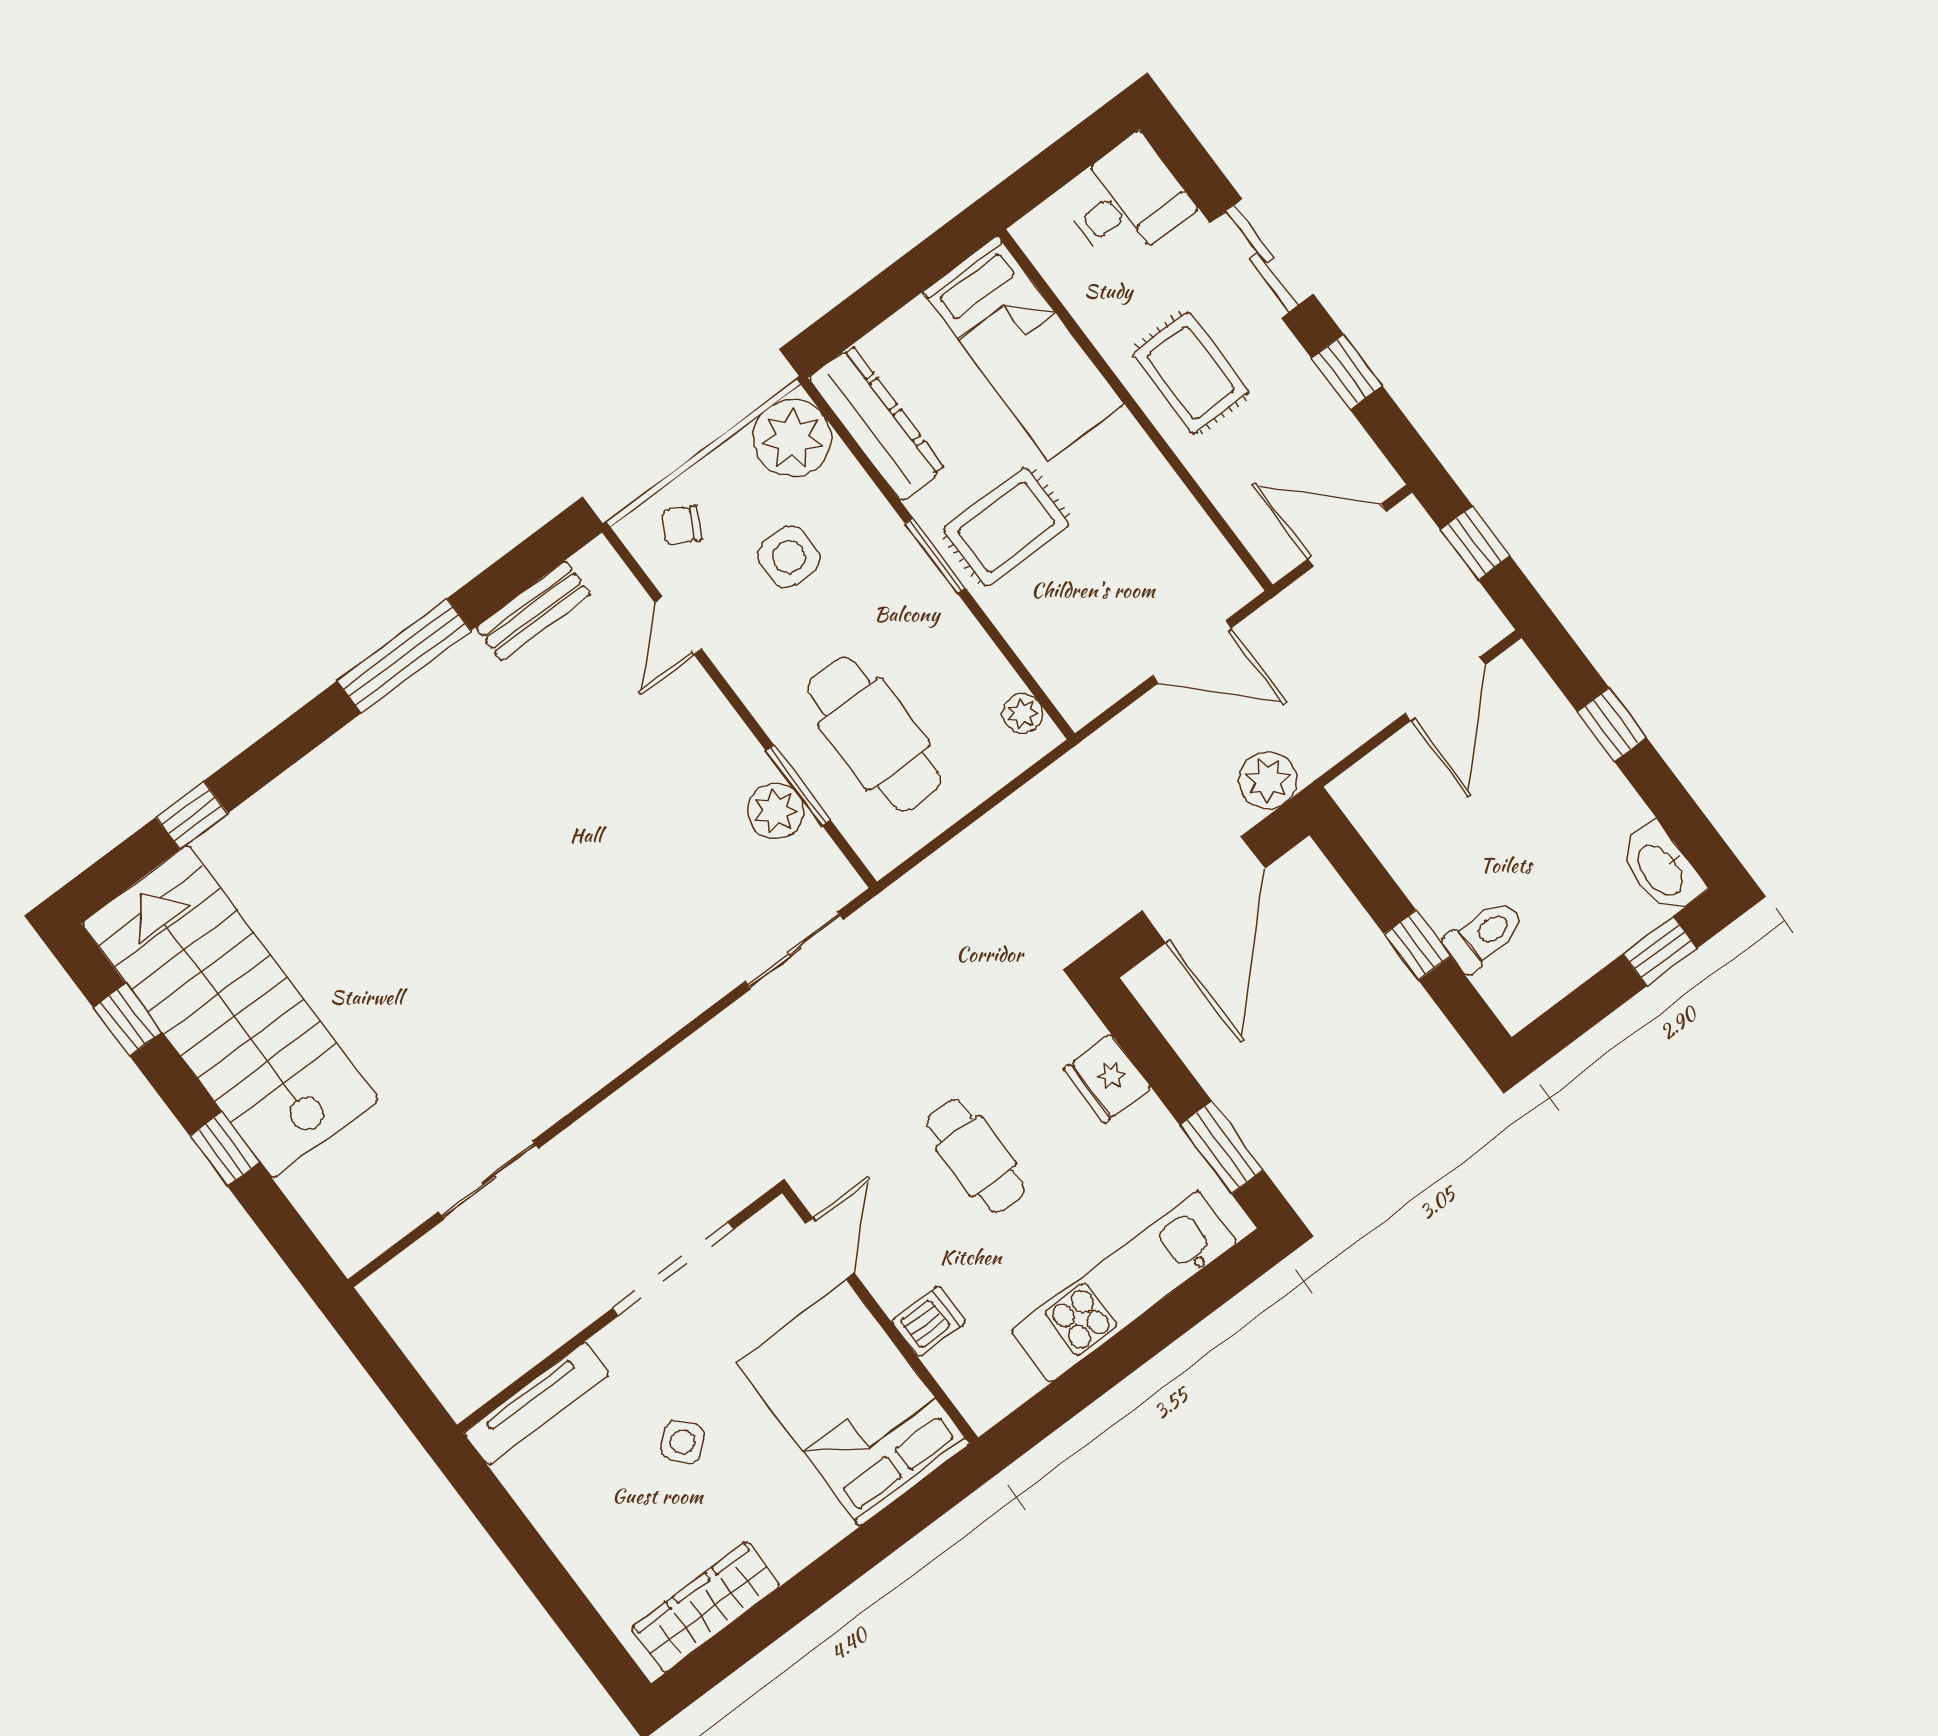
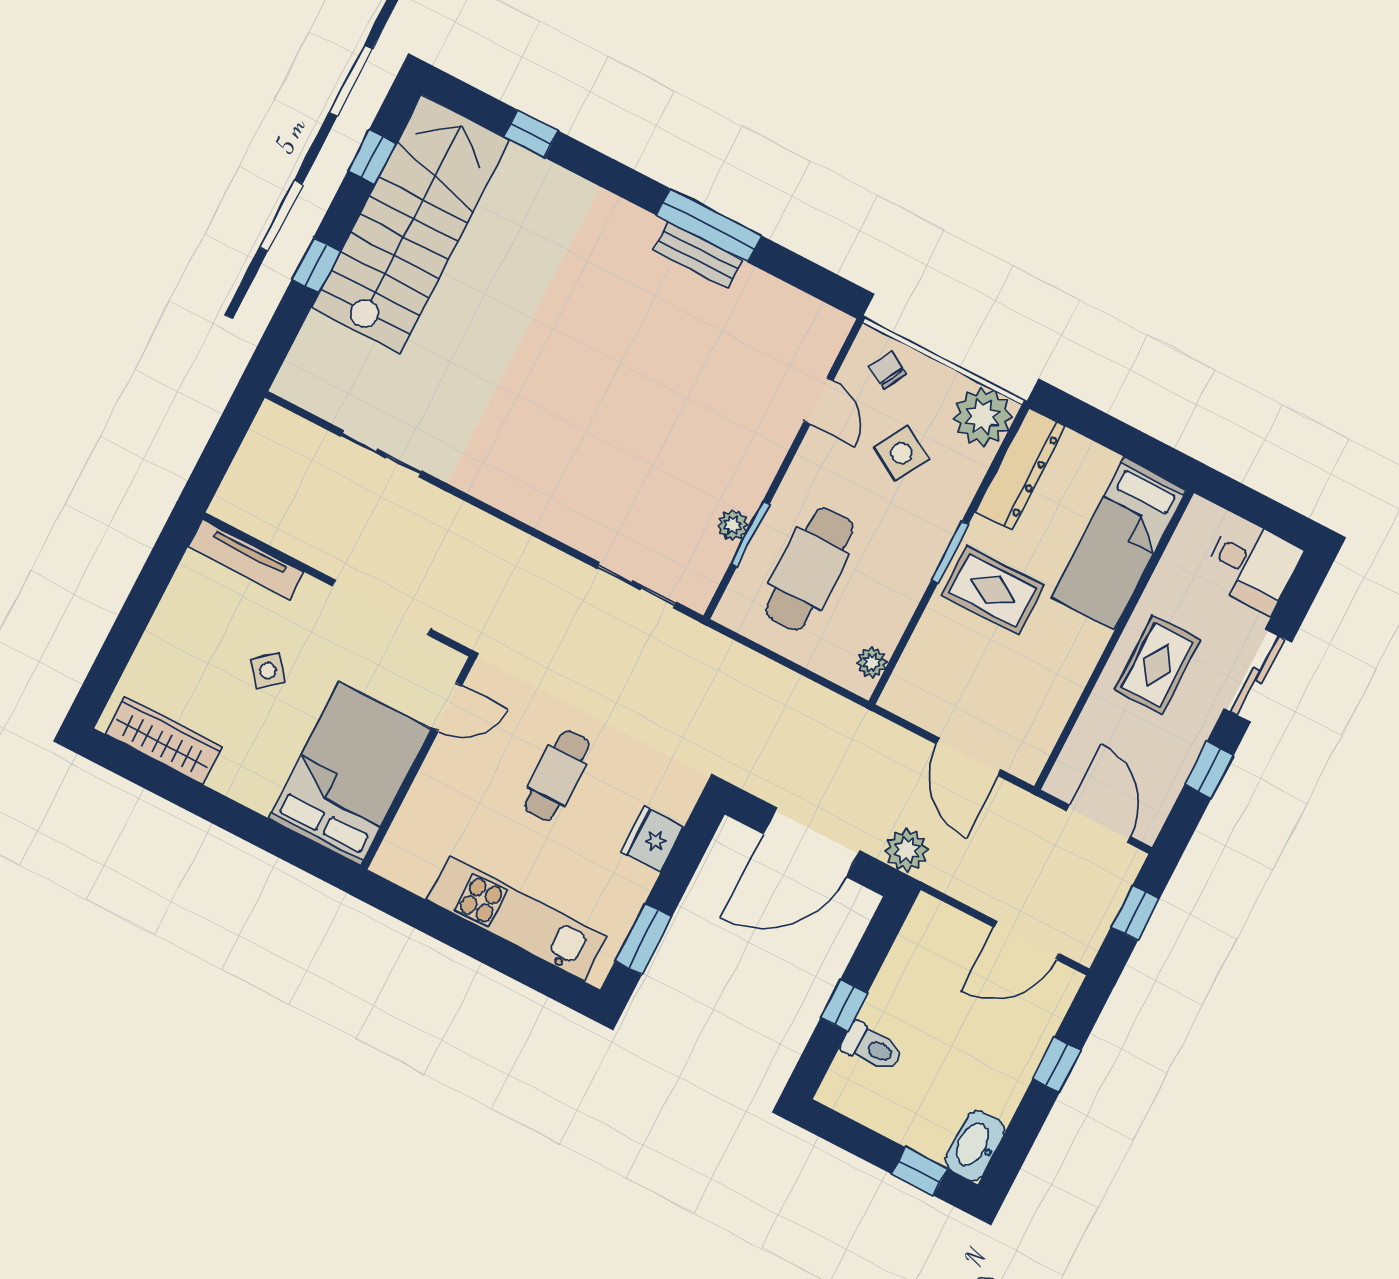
side table: (789, 557) -> (901, 453), turned 30
bench: (533, 611) -> (698, 255), moved
door: (678, 626) -> (819, 401), swing flipped
plant: (776, 811) -> (733, 525), width x0.73, depth x0.73
dishwasher: (929, 1321) -> (430, 798), removed

